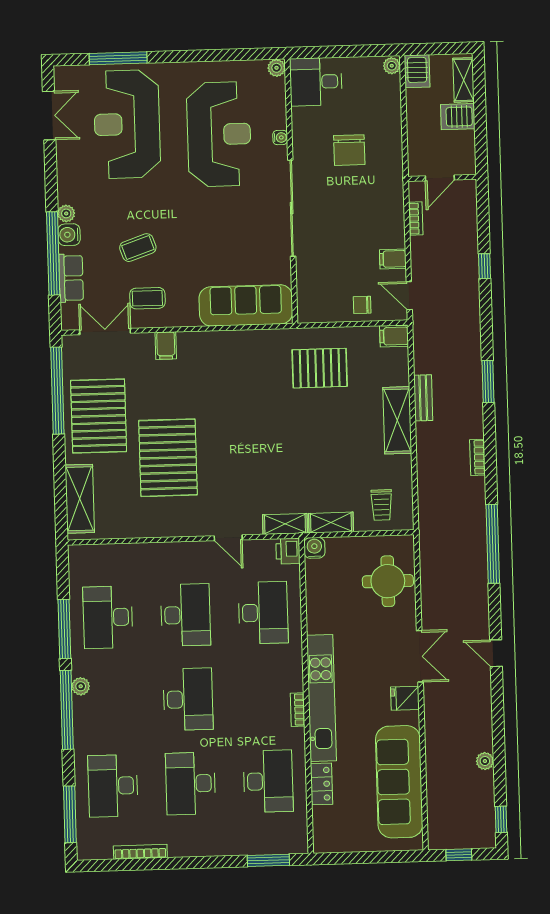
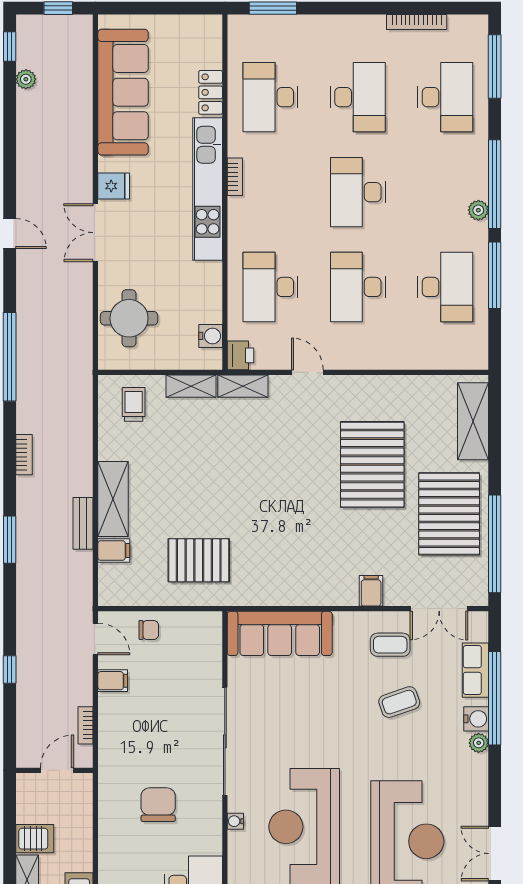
filing cabinet: (394, 336) -> (114, 550), moved
water cooler: (314, 548) -> (211, 336), moved, turned -90
plant: (485, 761) -> (26, 79), moved

